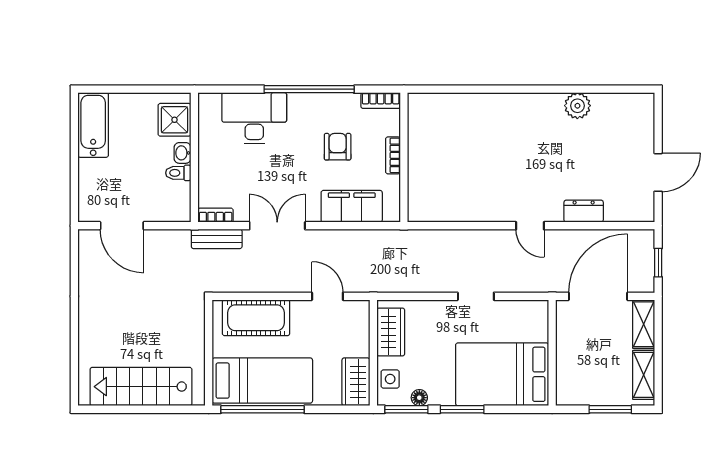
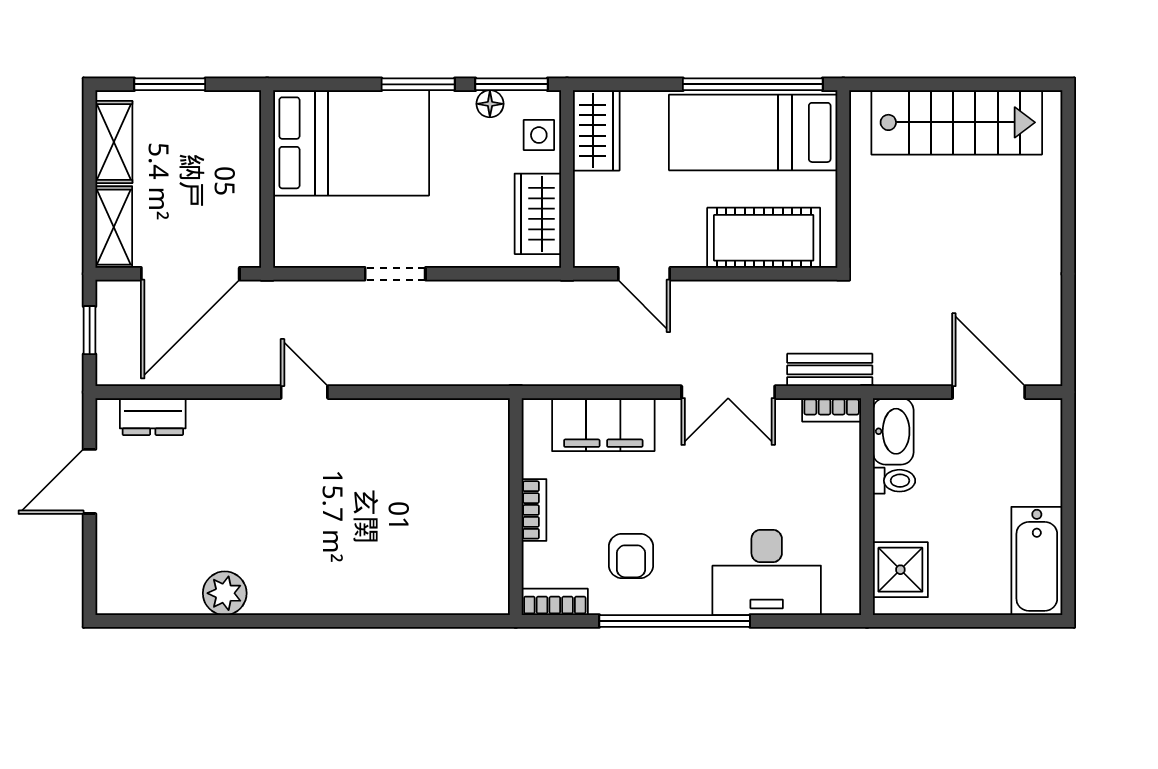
armchair: (338, 147) -> (631, 556), moved
washbasin: (183, 153) -> (893, 431), moved, width x1.91, depth x1.45
dresser: (584, 211) -> (153, 417), moved

